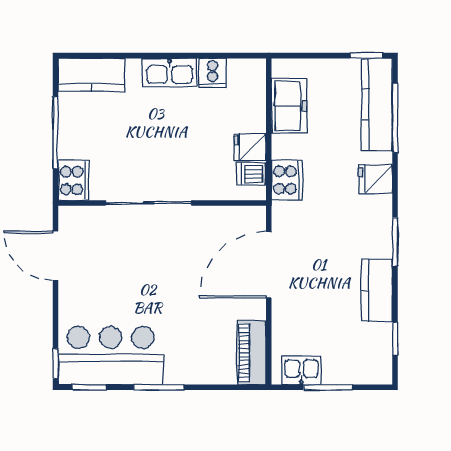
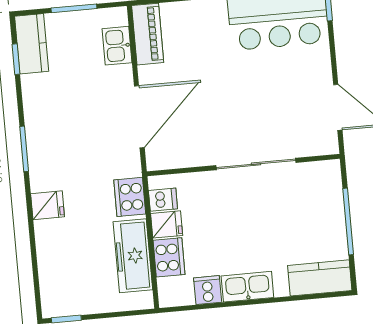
kitchen counter: (377, 104) -> (52, 275), removed
freezer: (289, 106) -> (133, 256), width x1.40
window: (395, 118) -> (35, 264), removed
cooker: (73, 180) -> (169, 257), moved, turned 180
kitchen counter: (377, 290) -> (32, 44), moved
kitchen sink: (301, 370) -> (117, 46), moved, turned 90

